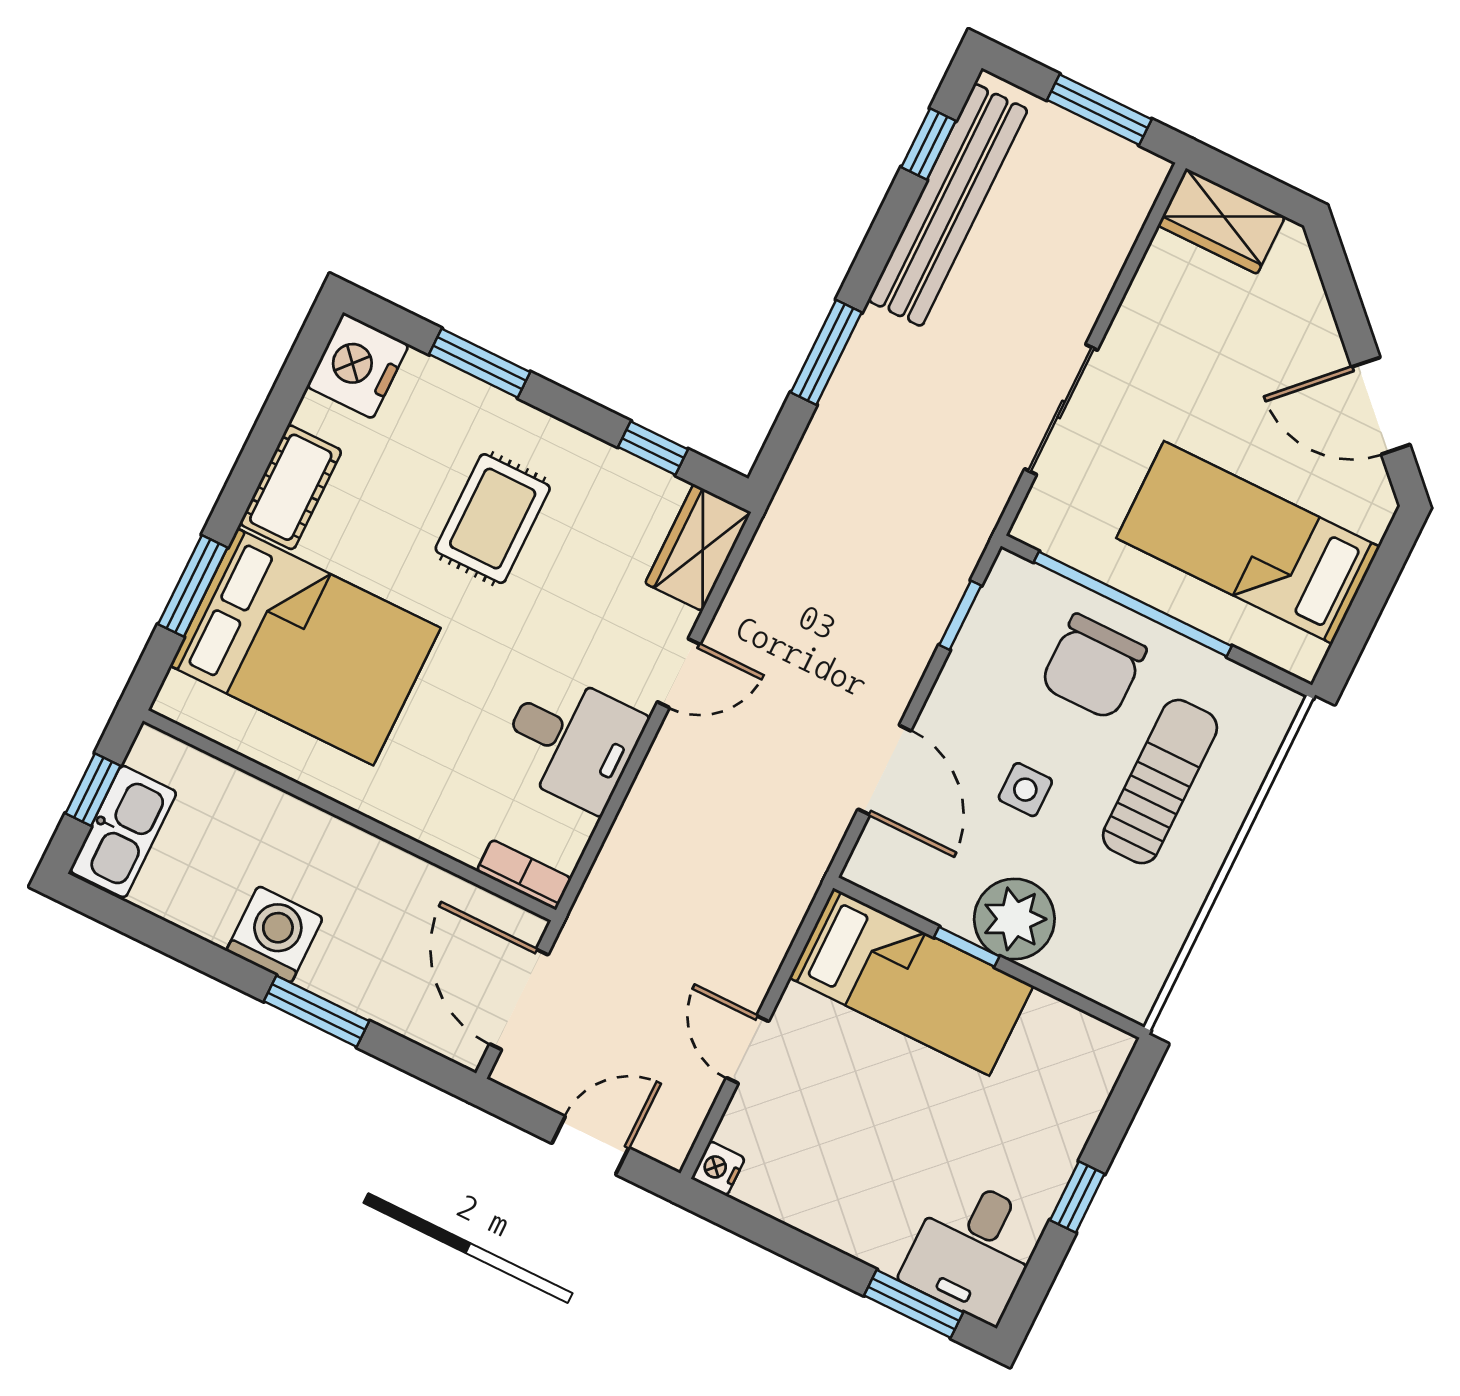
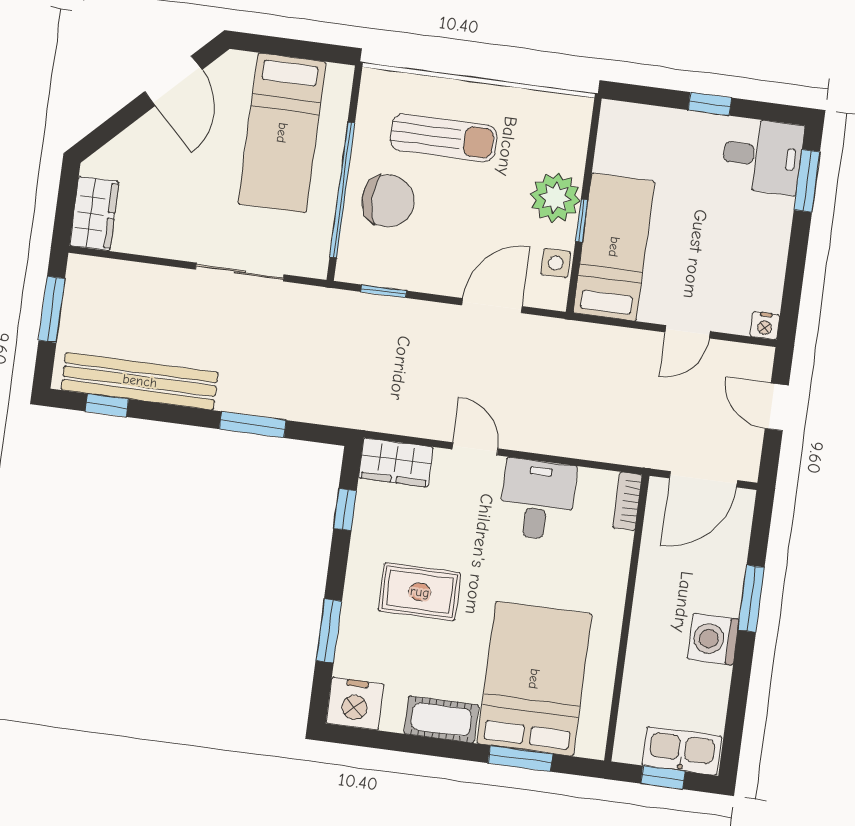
sun lounger: (1160, 782) -> (443, 138), turned 180
side table: (1025, 790) -> (556, 263), moved

